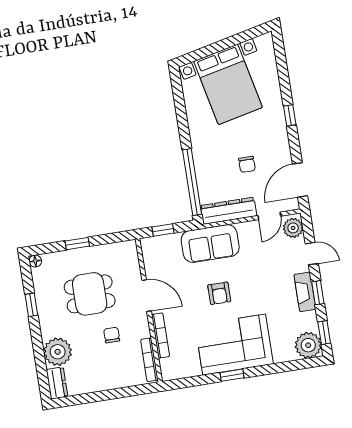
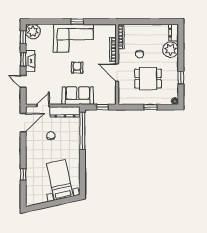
bed with nightstands: (228, 84) -> (60, 180), width x0.73
window: (290, 115) -> (23, 174), moved
plant: (293, 228) -> (31, 97), removed

